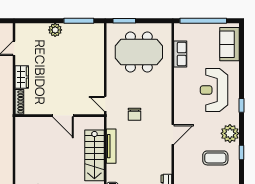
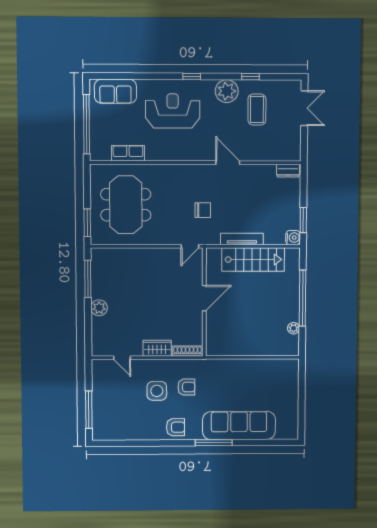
reception desk: (214, 90) -> (173, 111), turned 180

